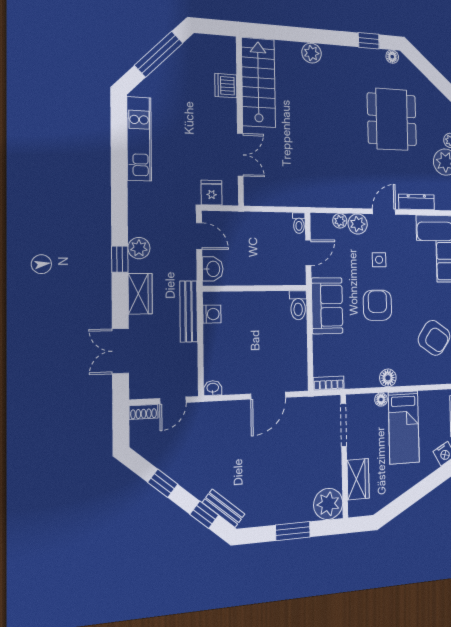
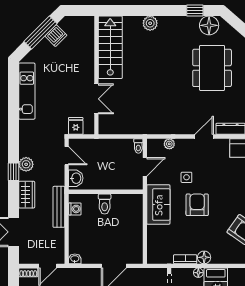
floor lamp: (392, 57) -> (209, 25), width x1.89, depth x1.89
dishwasher: (226, 86) -> (56, 36), moved, turned -135
plant: (358, 224) -> (183, 146), removed
side table: (379, 260) -> (186, 177), moved
toilet: (298, 305) -> (105, 204), moved
bookcase: (329, 383) -> (185, 259), moved

